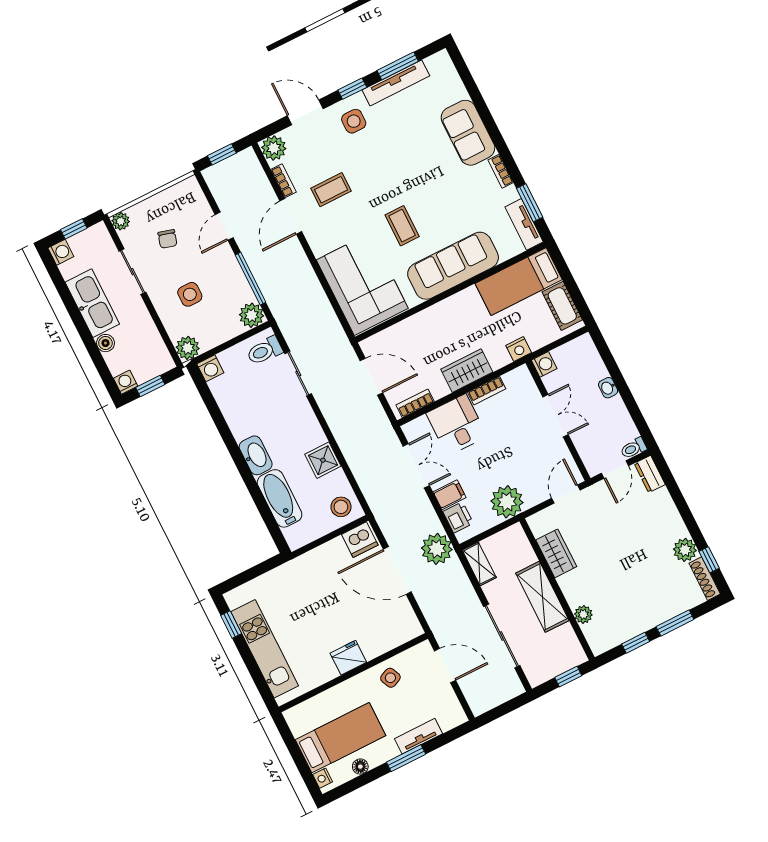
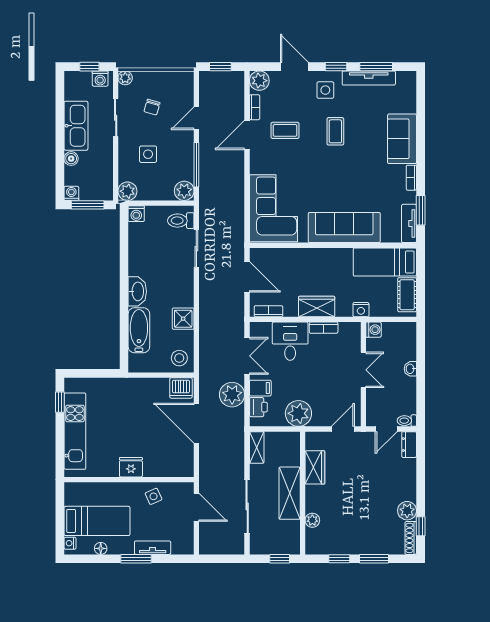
coffee table: (402, 226) -> (335, 131), moved
washing machine: (61, 252) -> (100, 79), moved, turned 90
window: (150, 386) -> (88, 205), width x1.50
plant: (437, 549) -> (232, 395), moved

